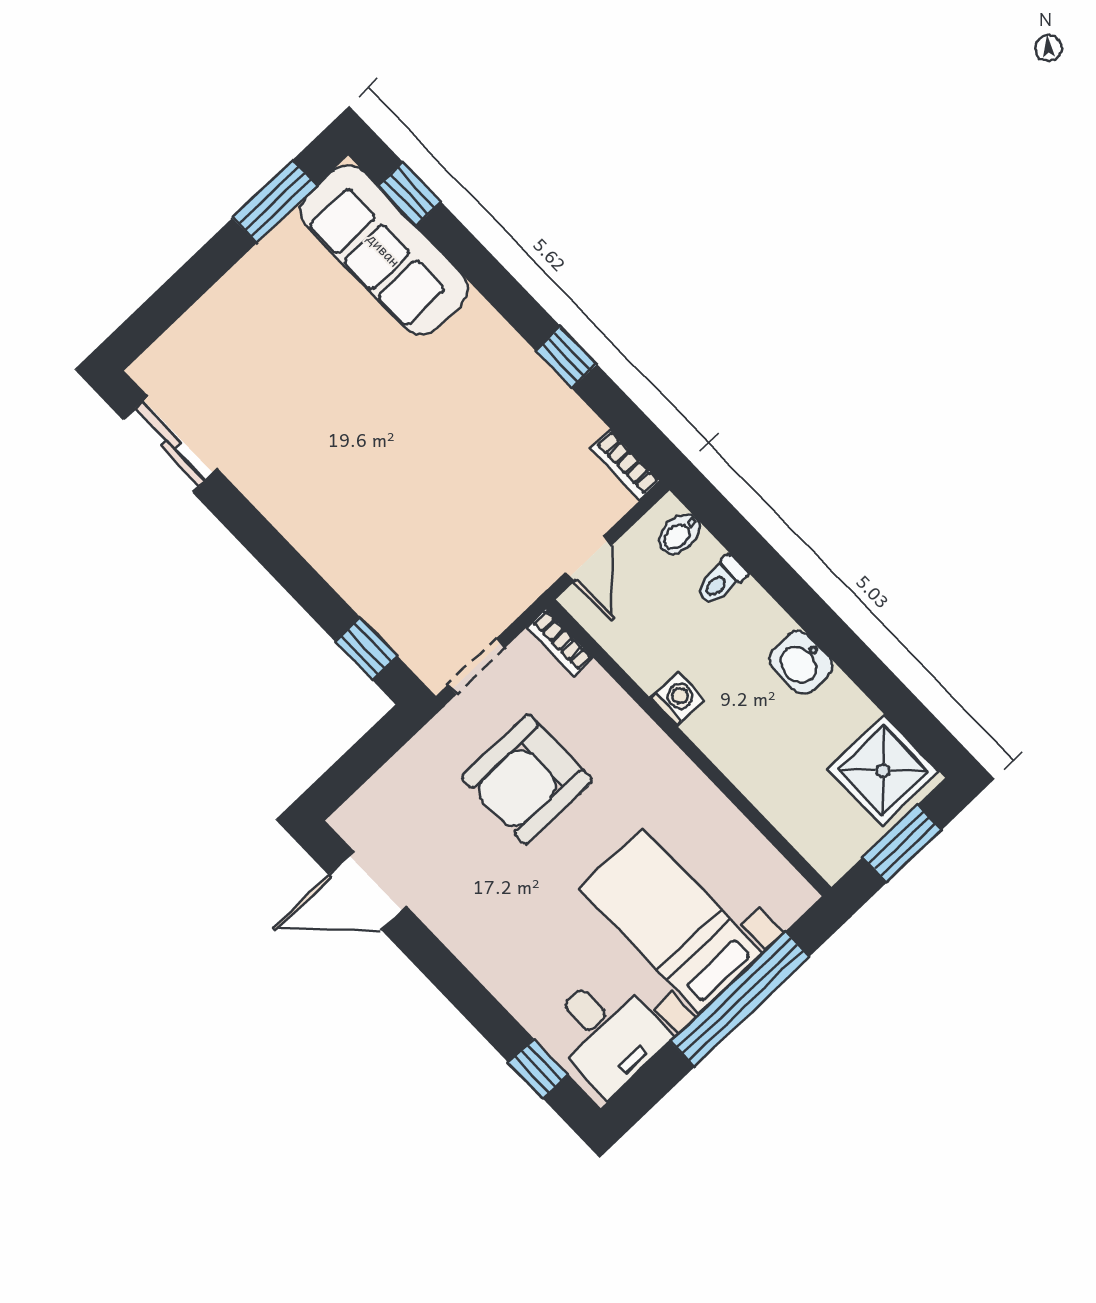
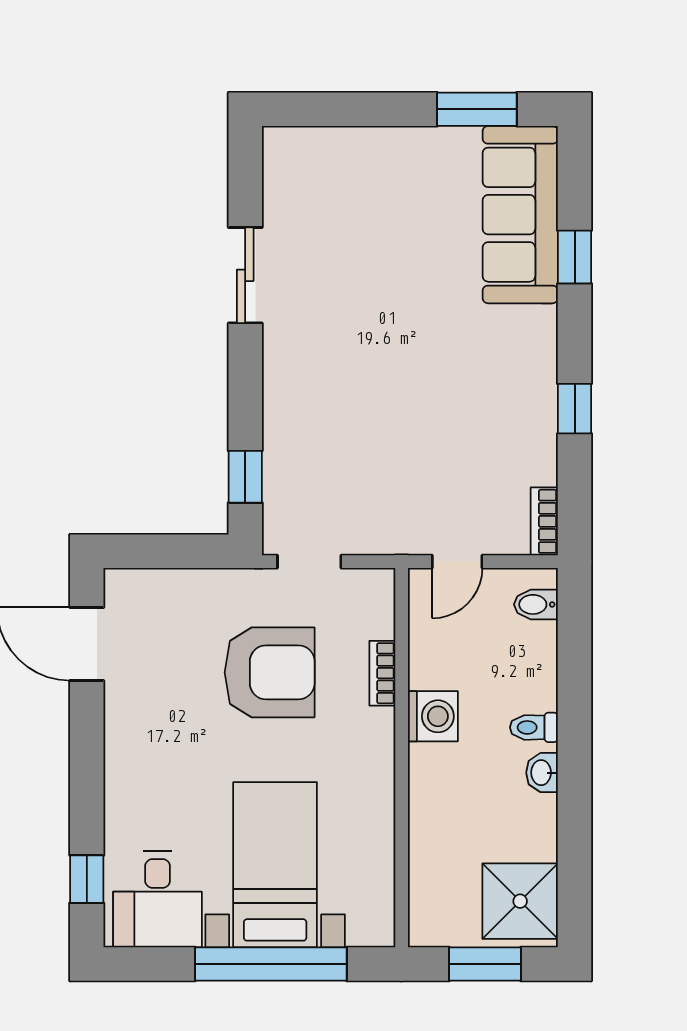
window: (409, 194) -> (575, 257), moved
sliding door: (170, 444) -> (245, 275), moved
toilet: (721, 581) -> (534, 727), moved
bookcase: (560, 643) -> (382, 673), moved
washbasin: (801, 662) -> (542, 773), width x0.72, depth x0.69
washing machine: (677, 699) -> (433, 716), width x1.38, depth x1.38
armchair: (527, 779) -> (270, 672), turned 180

